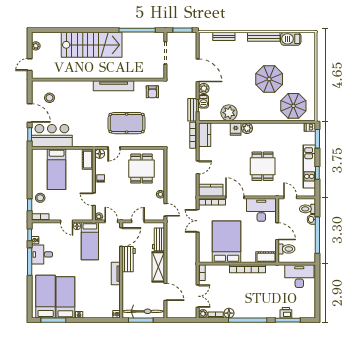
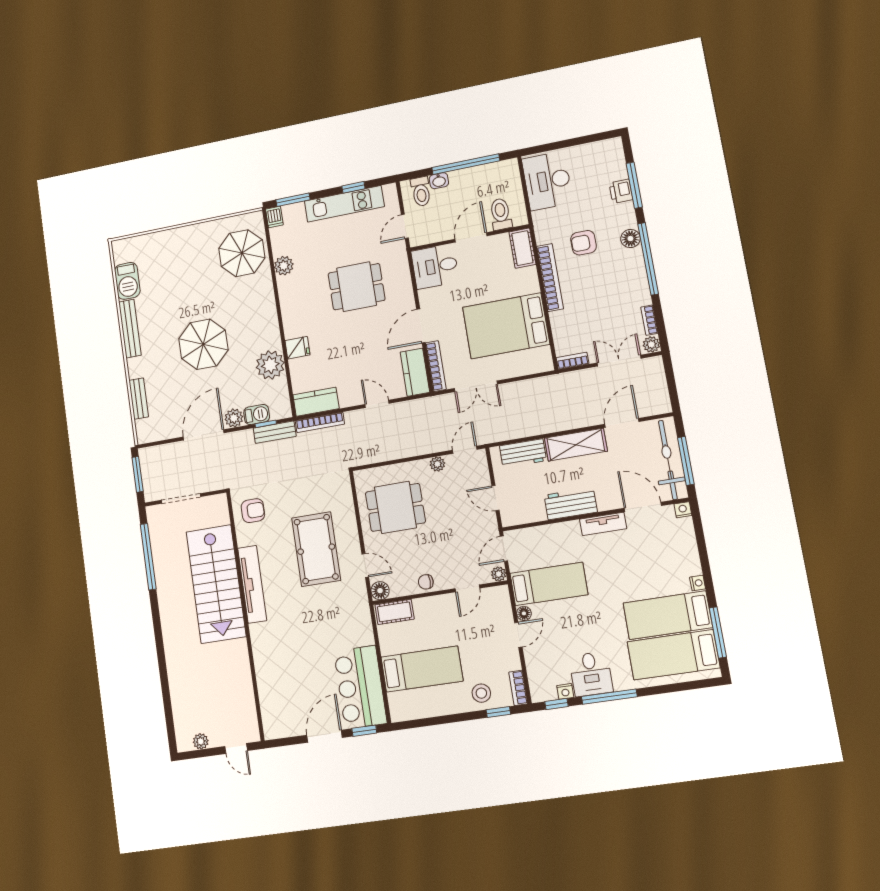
stairs: (92, 45) -> (216, 584), moved, turned 180
parasol: (269, 79) -> (203, 344), moved
stool: (49, 98) -> (291, 702), removed
plant: (247, 128) -> (284, 266), moved
desk: (261, 210) -> (435, 266), width x0.73
door: (121, 237) -> (643, 507), moved
armchair: (263, 289) -> (584, 243), added
floor lamp: (229, 313) -> (630, 239), moved

